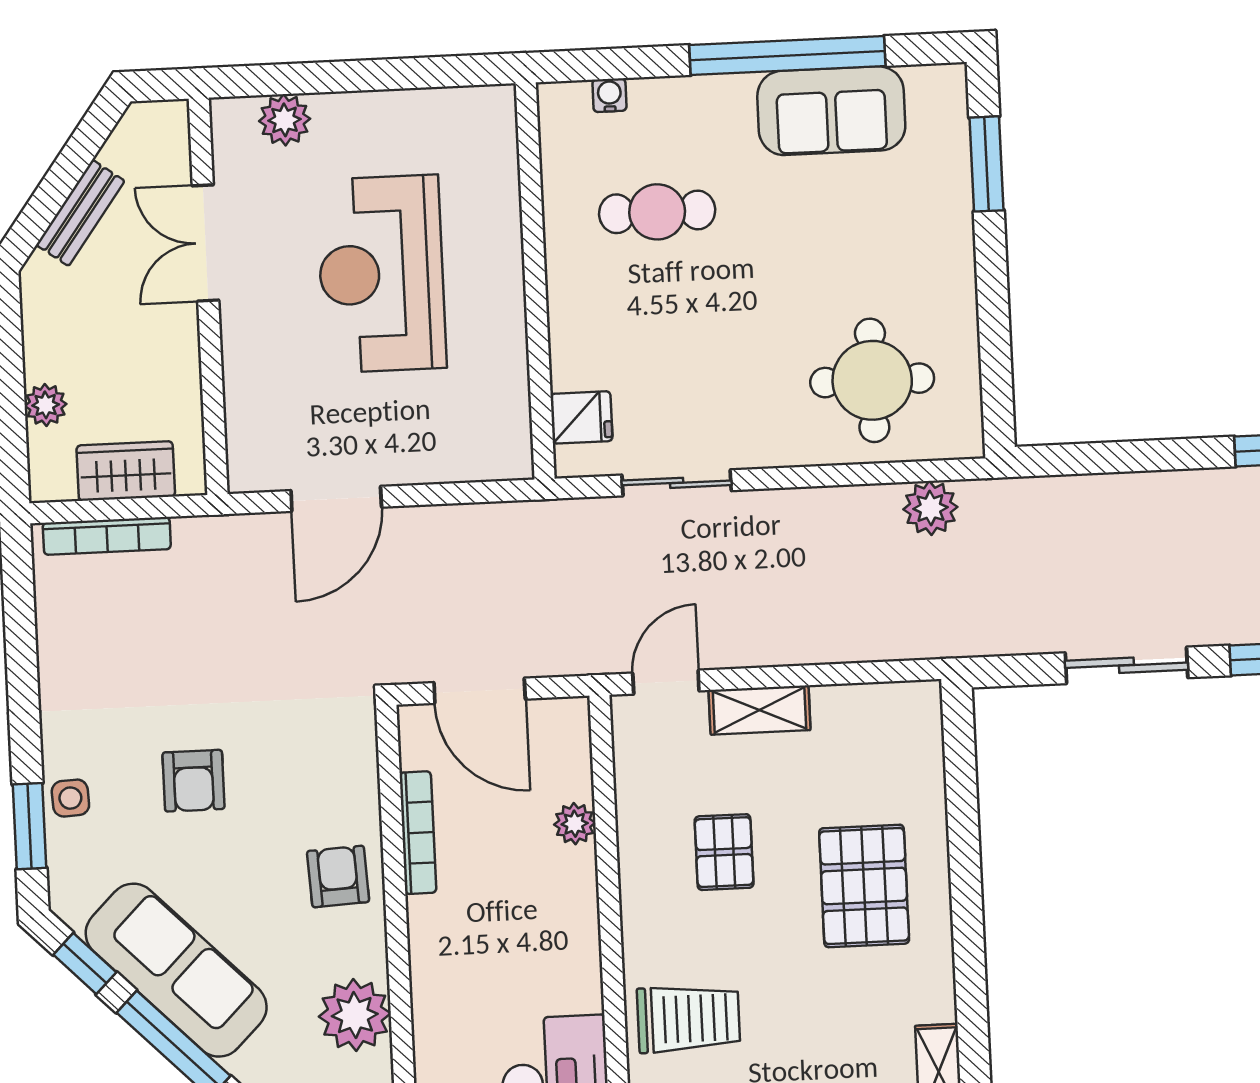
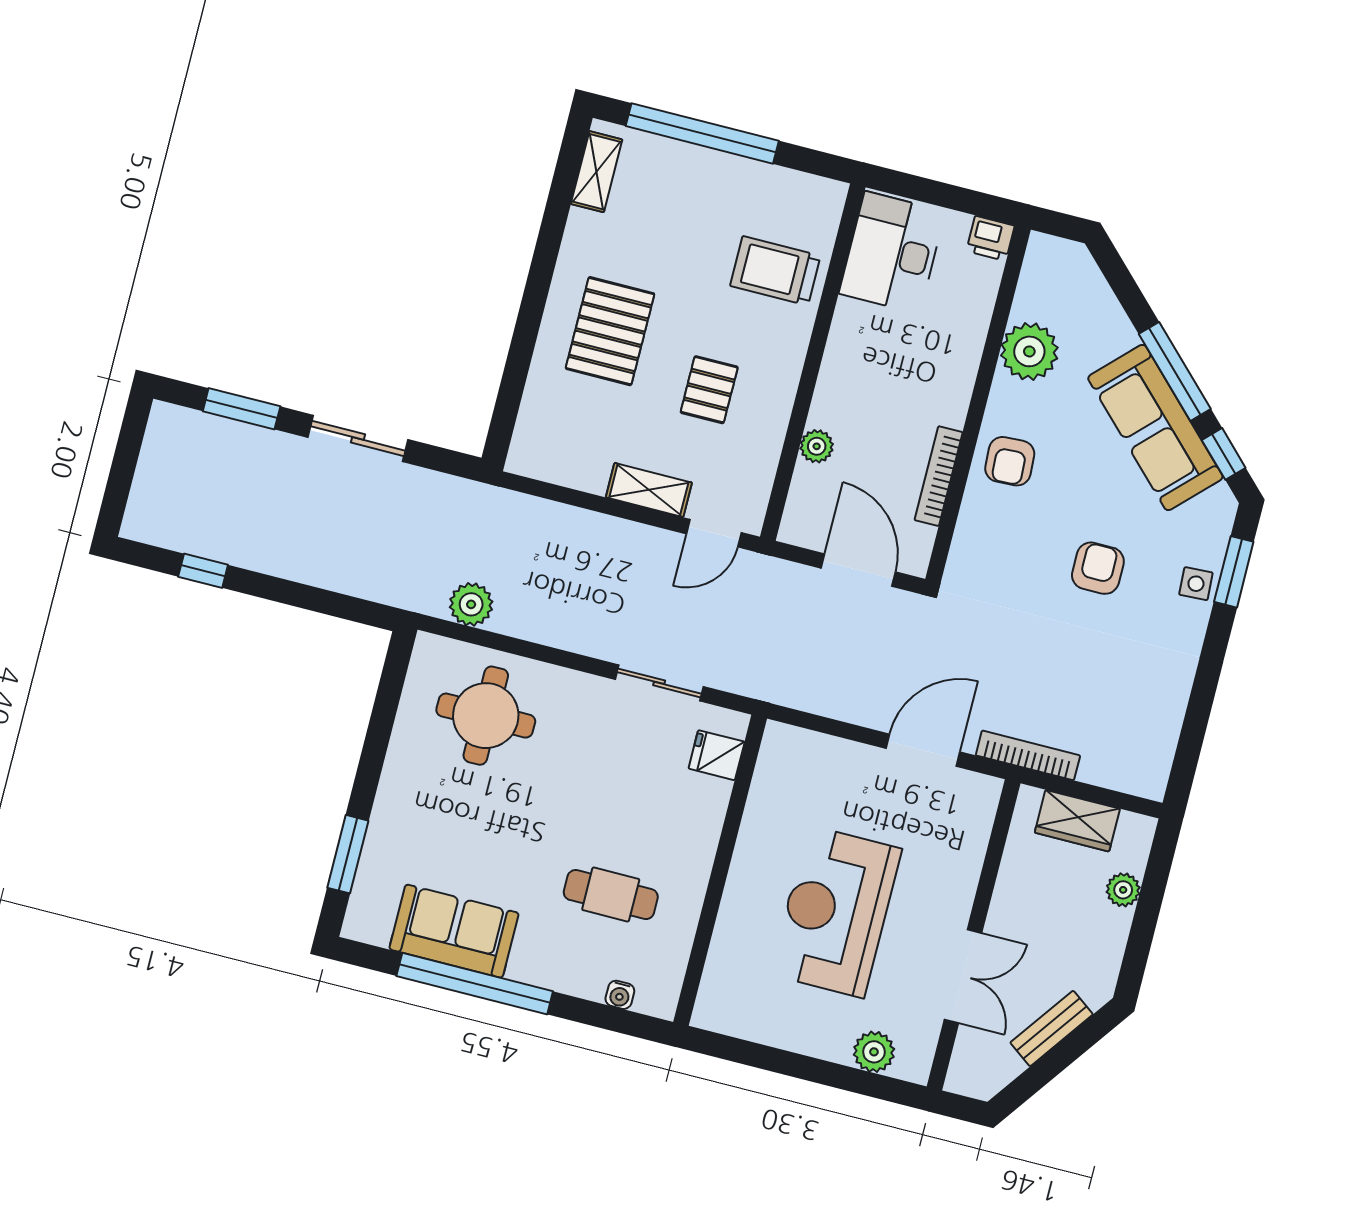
reception desk: (381, 274) -> (836, 912), turned 180
bookcase: (107, 536) -> (1028, 755), moved

